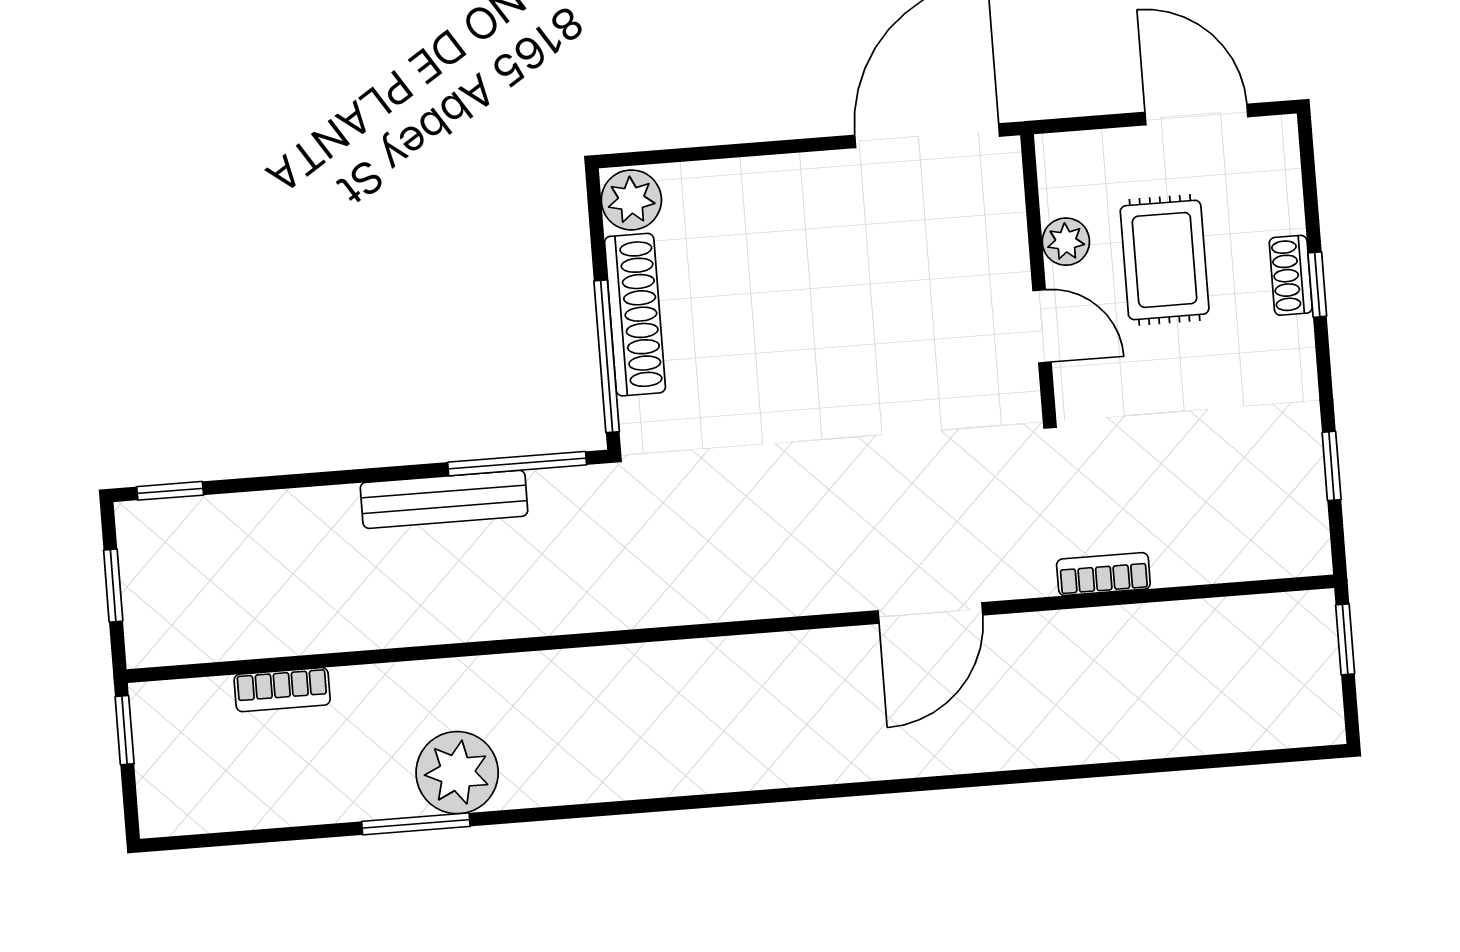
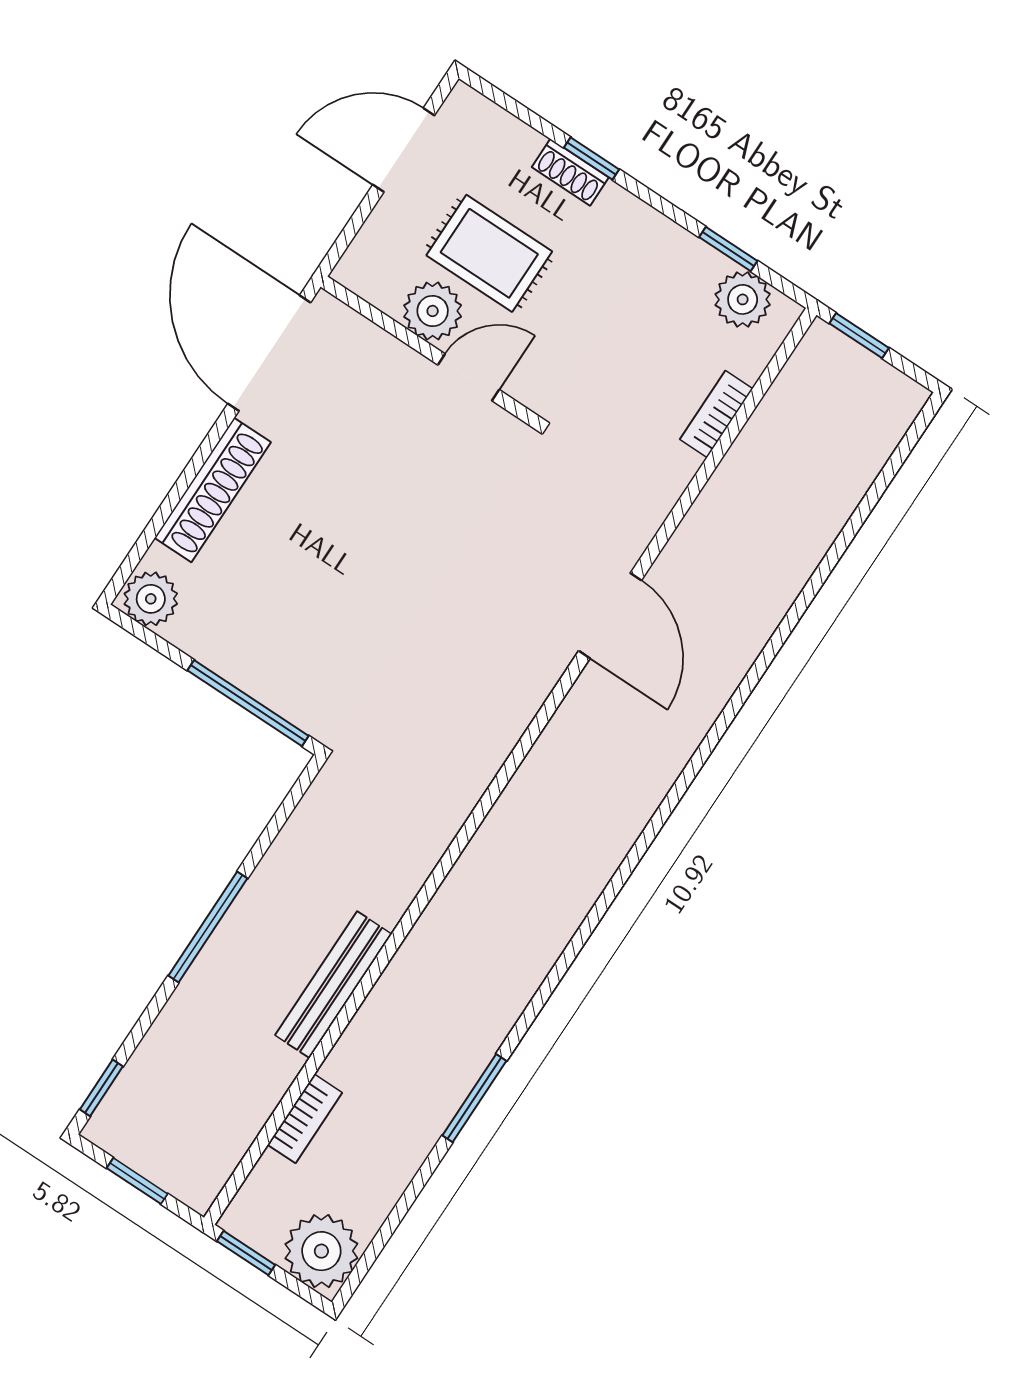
plant: (1066, 242) -> (433, 311), width x1.38, depth x1.38
shoe rack: (635, 315) -> (213, 490), moved, turned 90
window: (517, 464) -> (208, 927), moved
bench: (444, 499) -> (333, 985), moved
plant: (1297, 513) -> (743, 299), added
bookcase: (1103, 574) -> (716, 414), moved
plant: (457, 773) -> (321, 1251), moved

